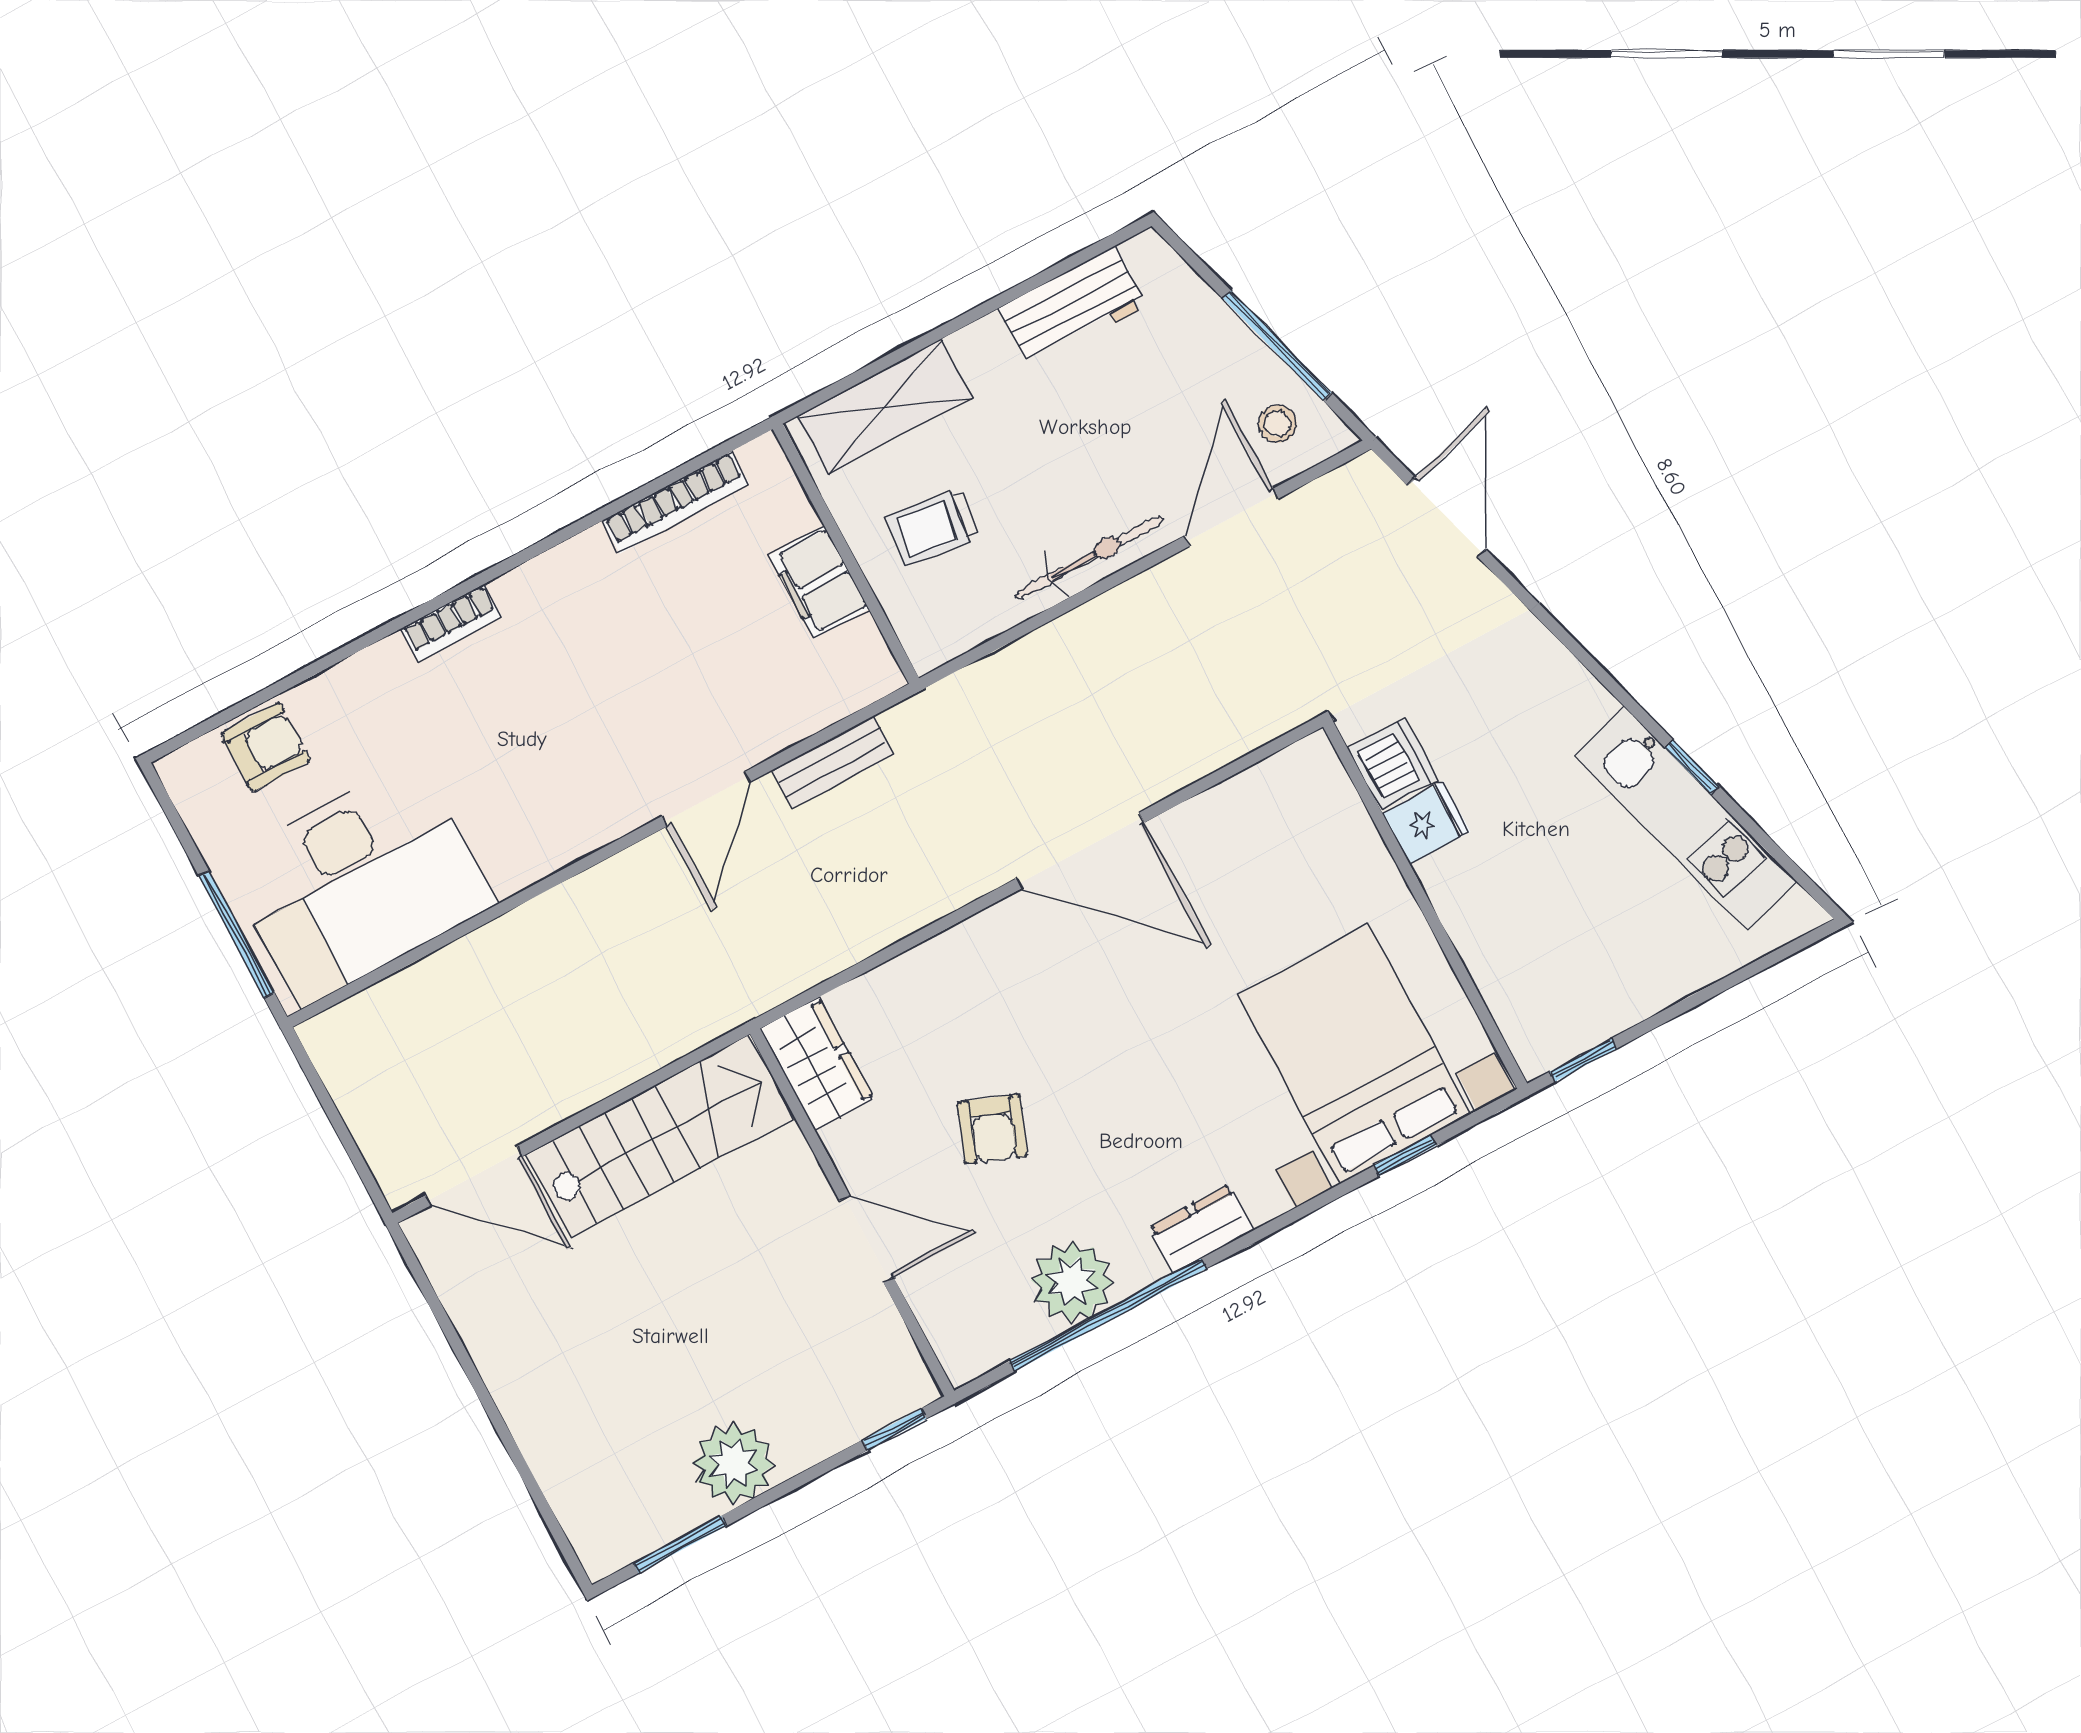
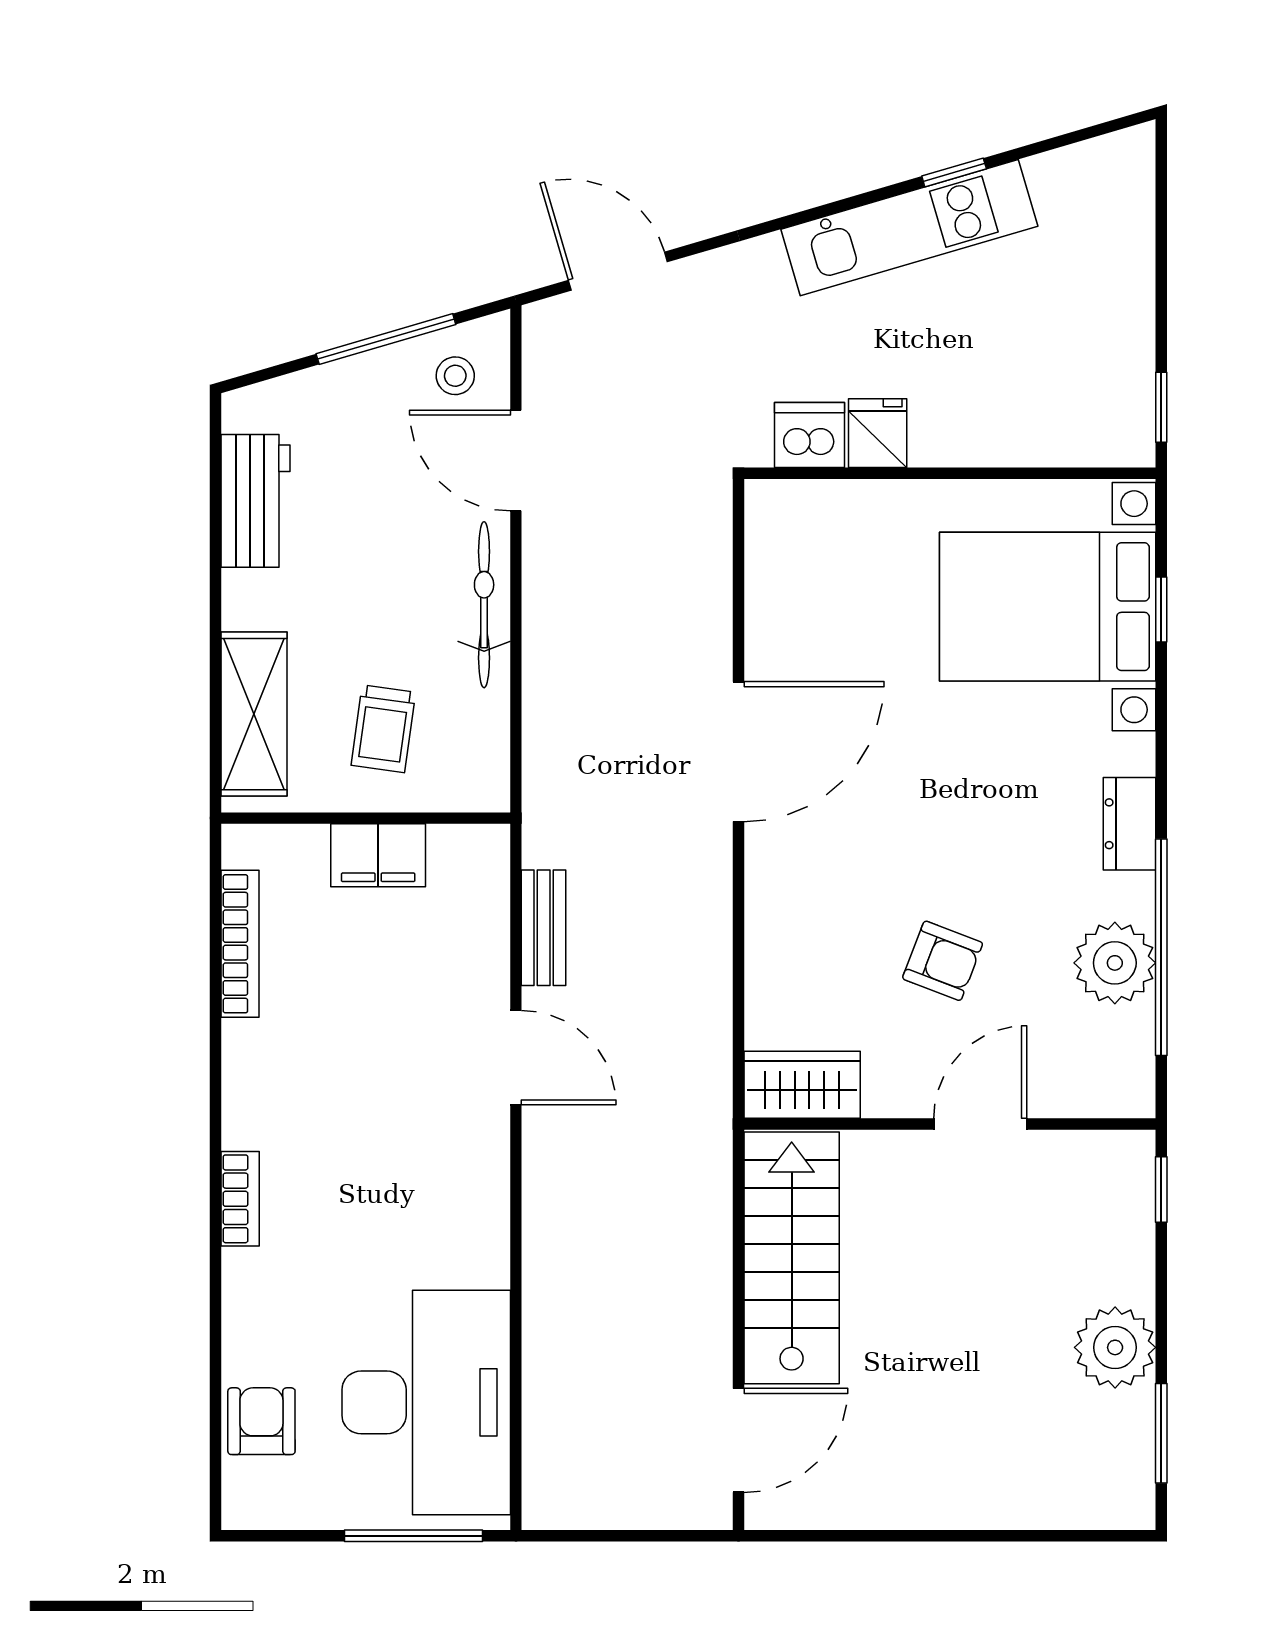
kitchen unit: (1686, 818) -> (909, 228), moved

